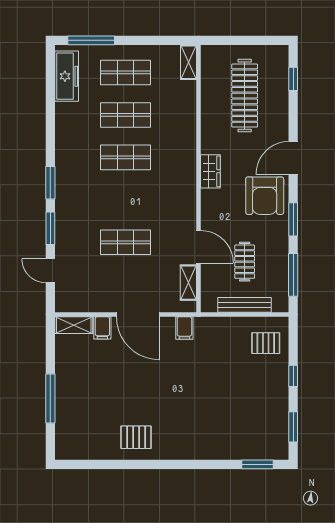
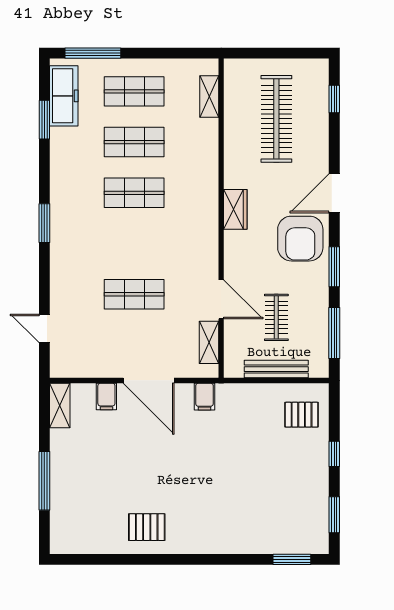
shelving: (188, 62) -> (209, 96), moved
window: (50, 228) -> (44, 120), moved
shelving: (74, 325) -> (60, 406), moved, turned 90

